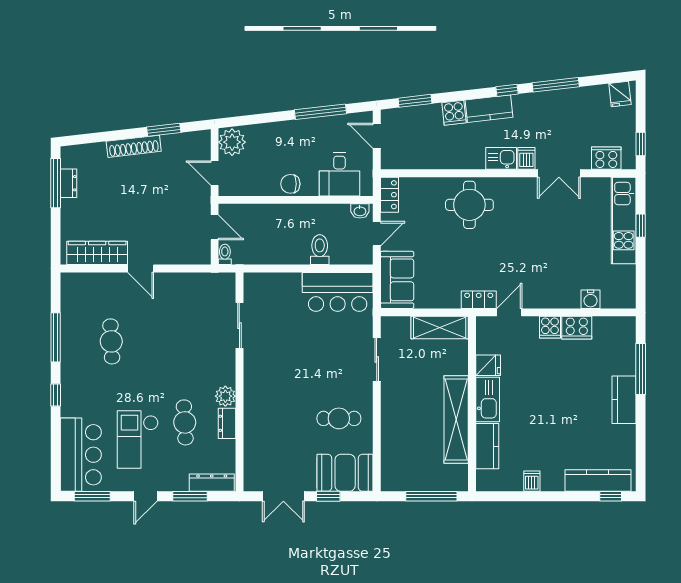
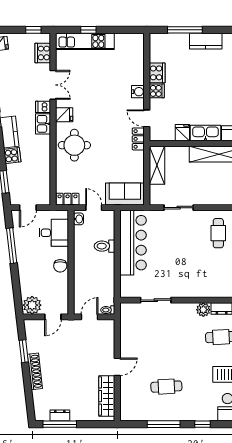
fridge: (515, 190) -> (64, 115), added
bar counter: (338, 292) -> (133, 243), width x1.36
water cooler: (591, 299) -> (138, 92), moved

